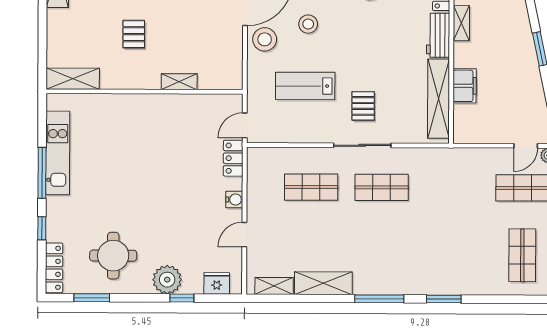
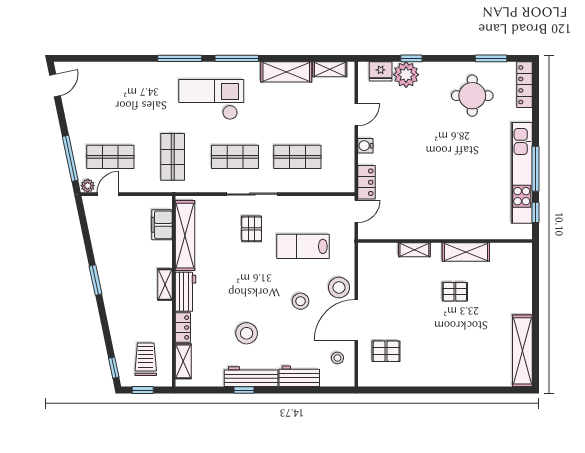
shelving: (461, 23) -> (165, 285), moved
pallet: (134, 34) -> (455, 292), turned 90
shelving: (73, 79) -> (466, 252), moved
lab bench: (305, 86) -> (303, 246), turned 180
filing cabinet: (465, 86) -> (162, 225), moved
kitchen unit: (58, 153) -> (522, 173), width x1.36
window: (42, 228) -> (536, 212), moved
checkout: (408, 252) -> (211, 100), added
shop shelf: (522, 255) -> (173, 157), moved
plant: (167, 280) -> (406, 75), moved
window: (444, 299) -> (180, 58), width x1.44

